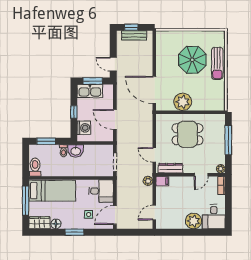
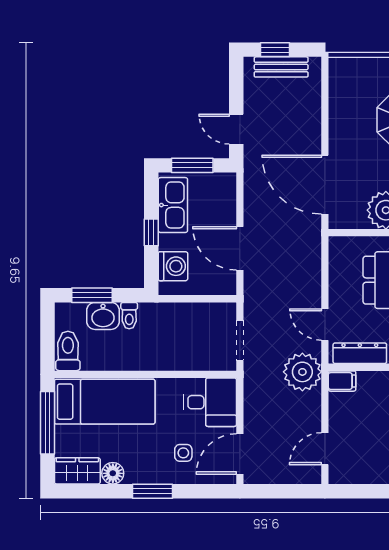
kitchen sink: (90, 91) -> (173, 205), moved, turned -90
washbasin: (76, 151) -> (103, 316), moved
plant: (148, 181) -> (302, 372), width x1.88, depth x1.88

